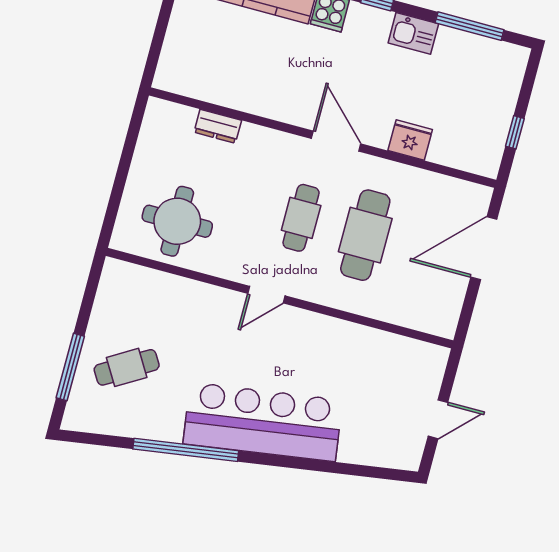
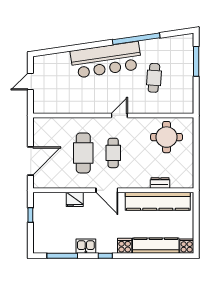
kitchen counter: (233, 88) -> (158, 201), added
cafe table: (127, 367) -> (154, 78), moved, turned -55

